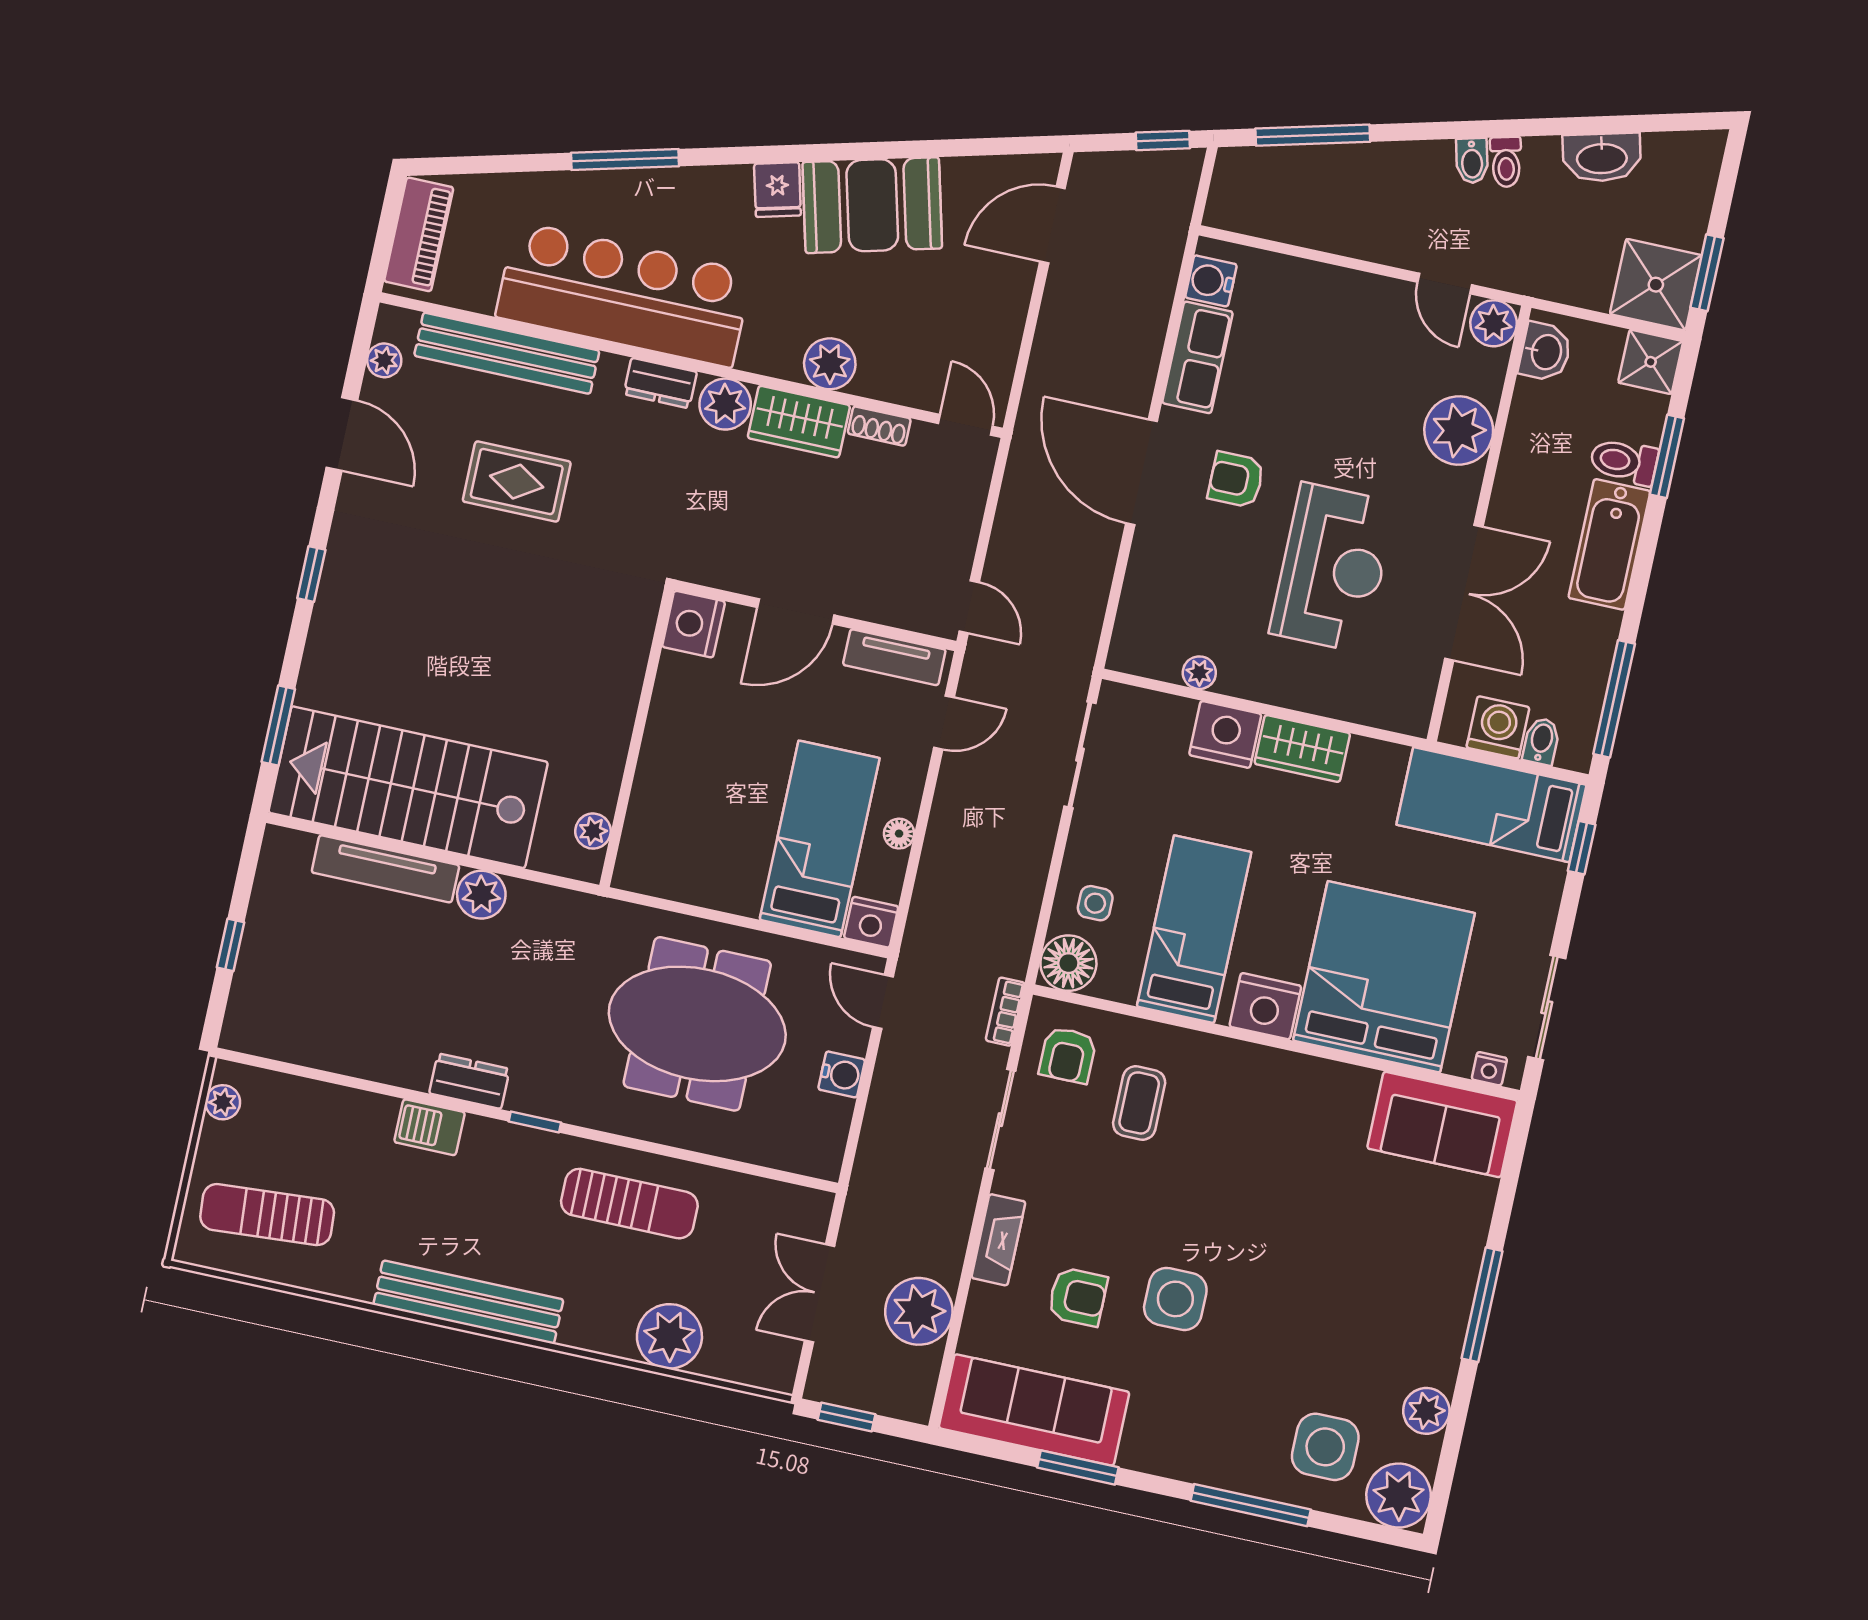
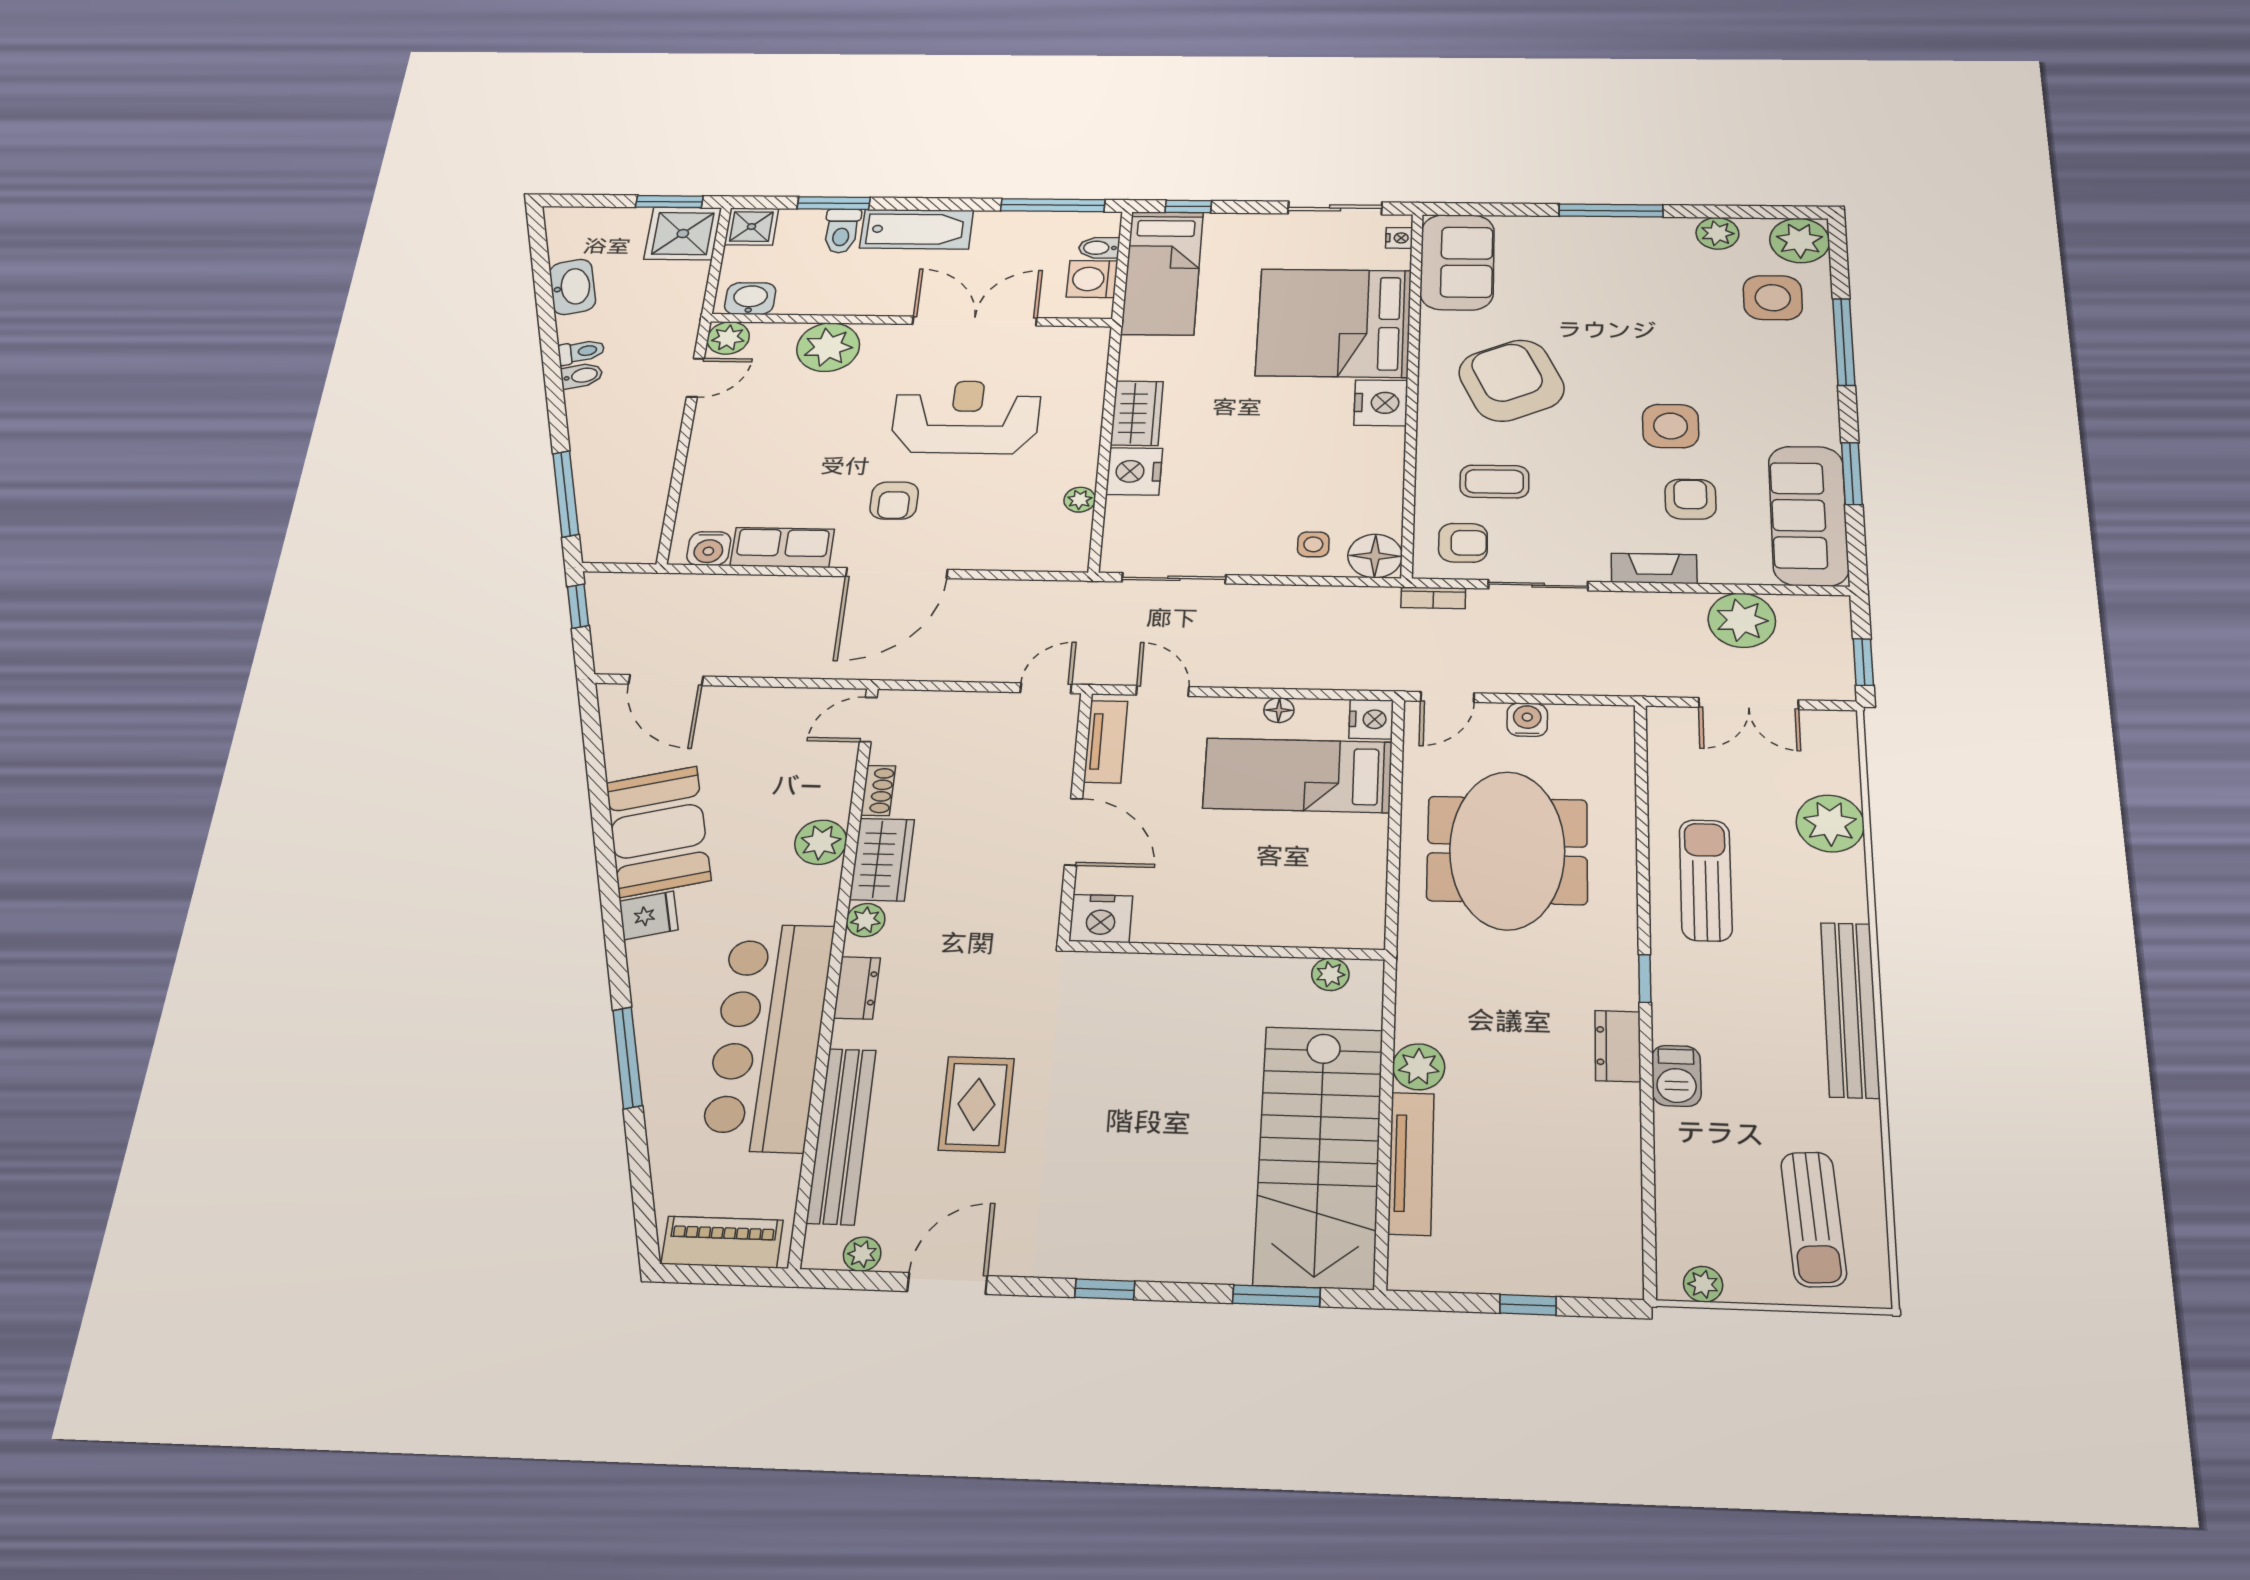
plant: (725, 404) -> (866, 920), width x0.73, depth x0.73
bed: (1194, 929) -> (1321, 466), removed
armchair: (1268, 1148) -> (1511, 381), added

